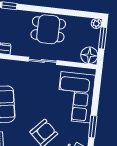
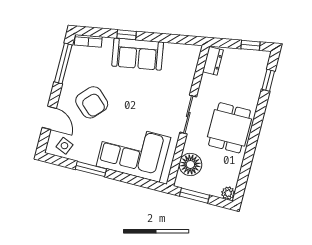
window: (103, 38) -> (194, 196), moved
floor lamp: (89, 55) -> (190, 164), moved

